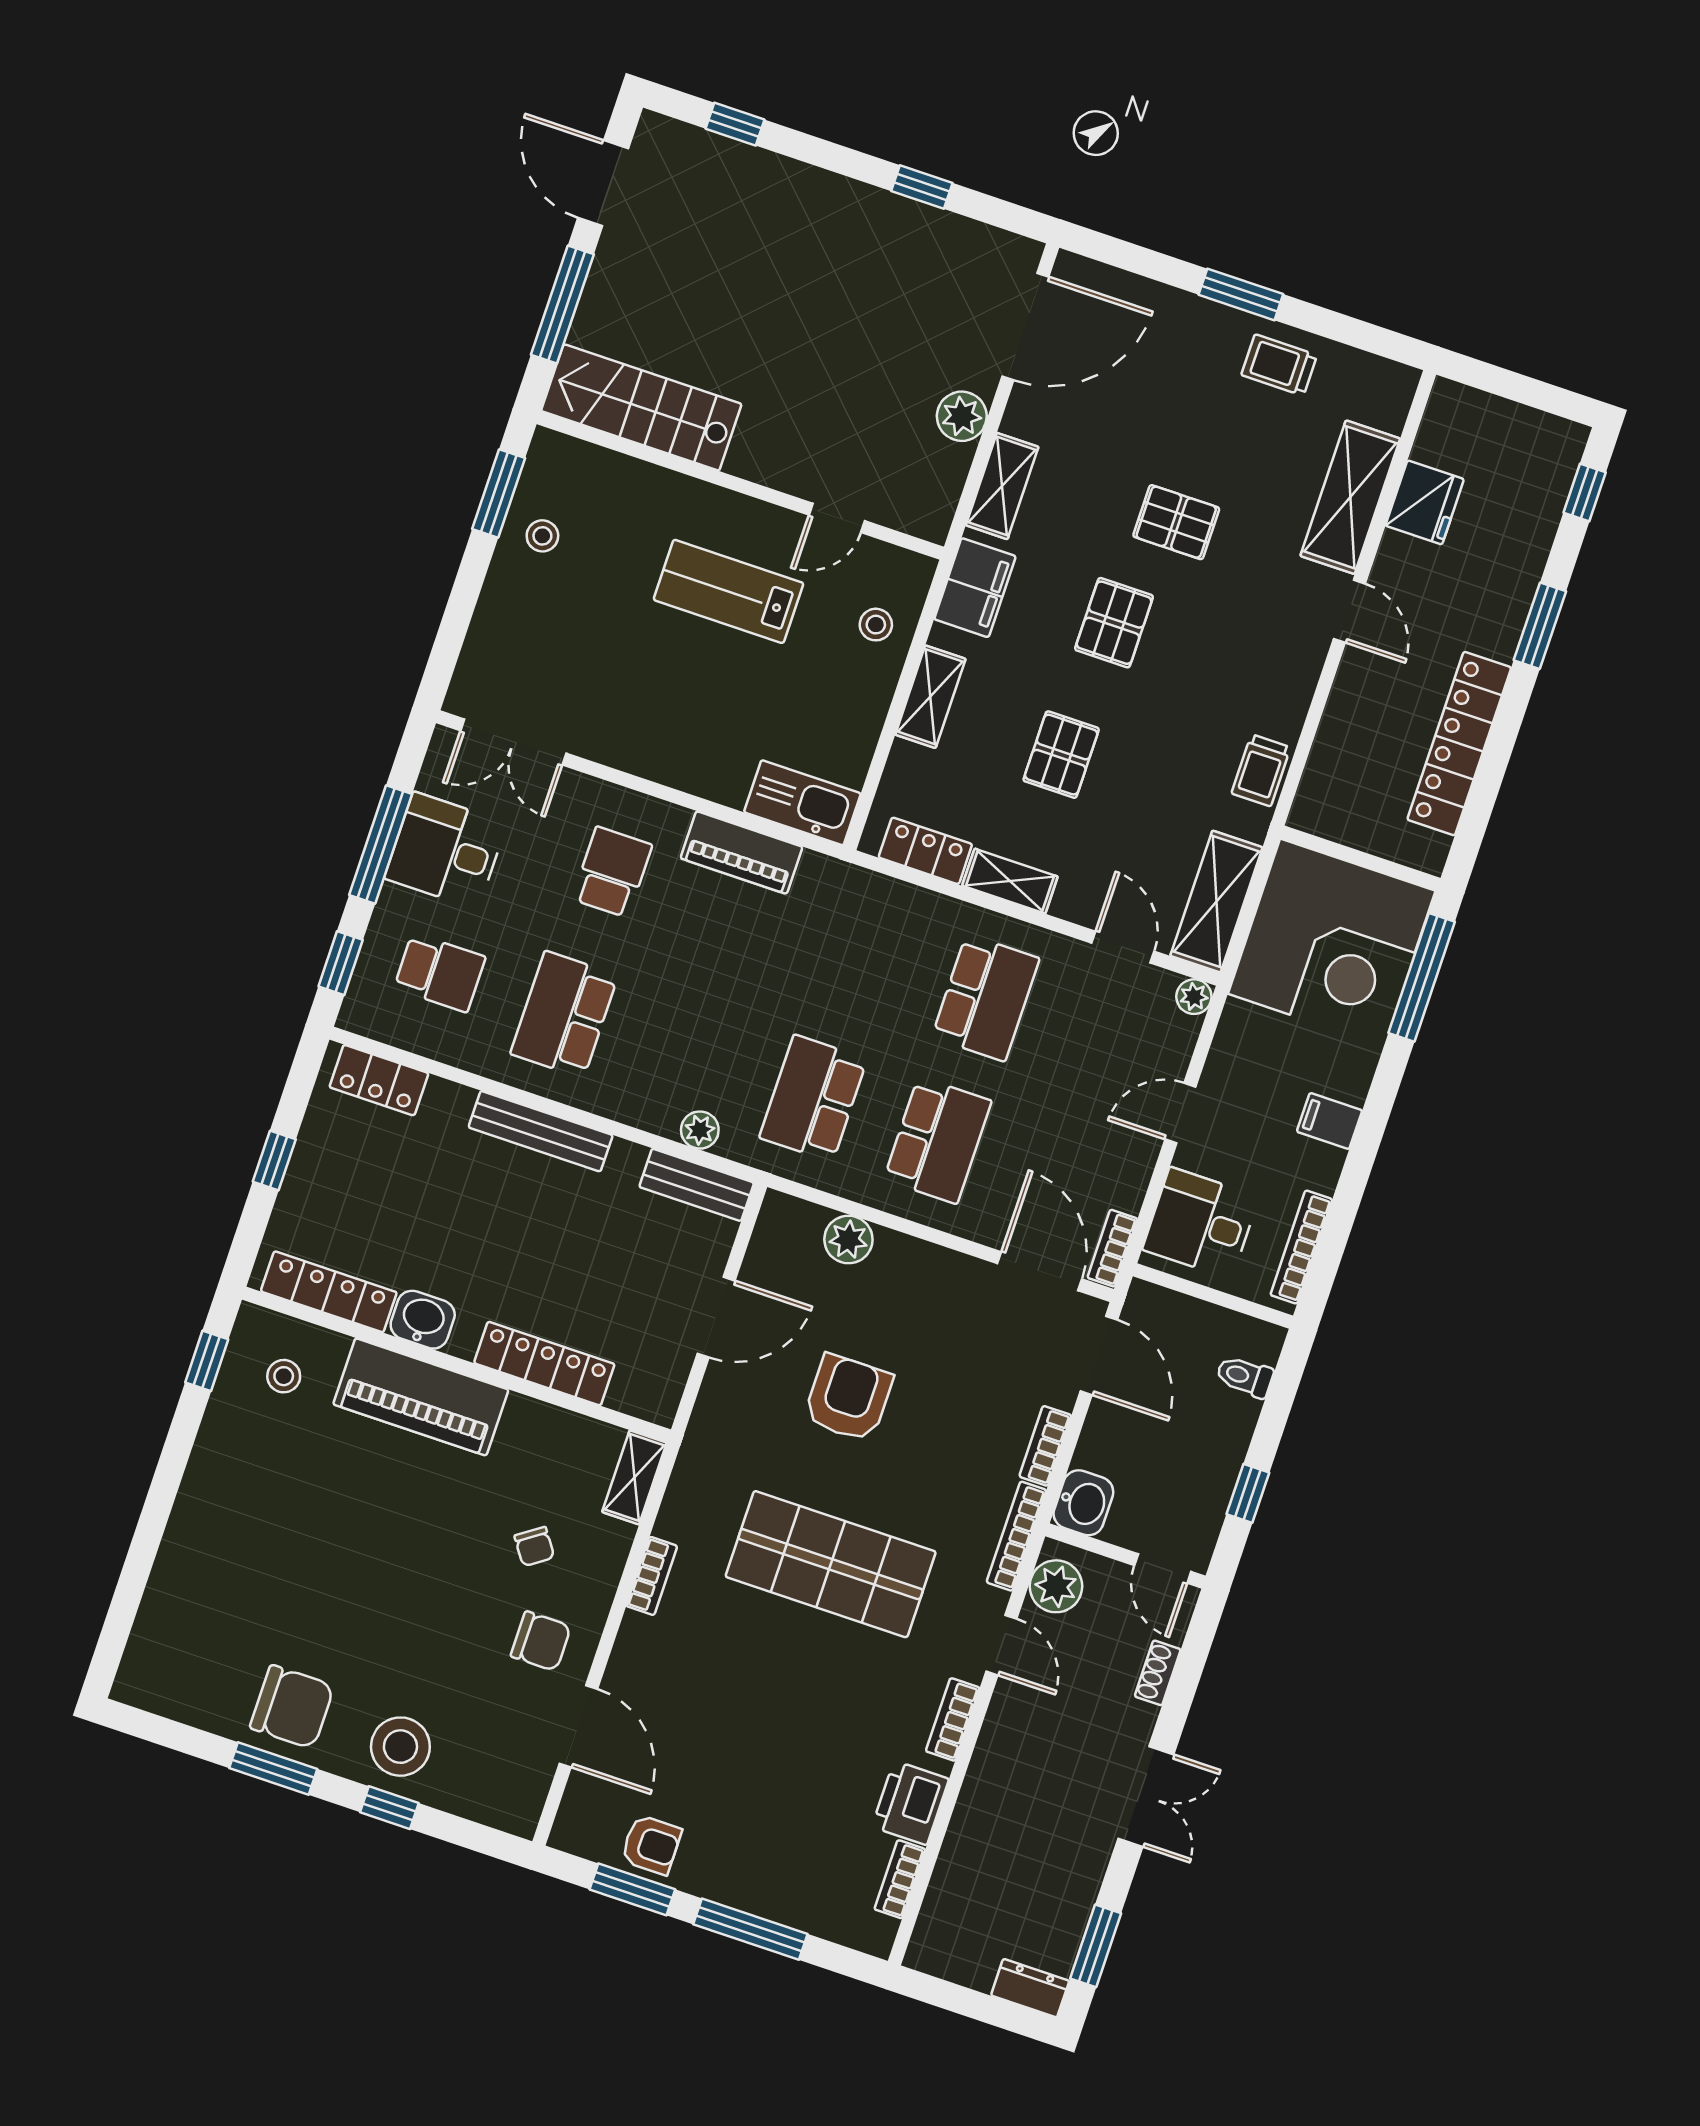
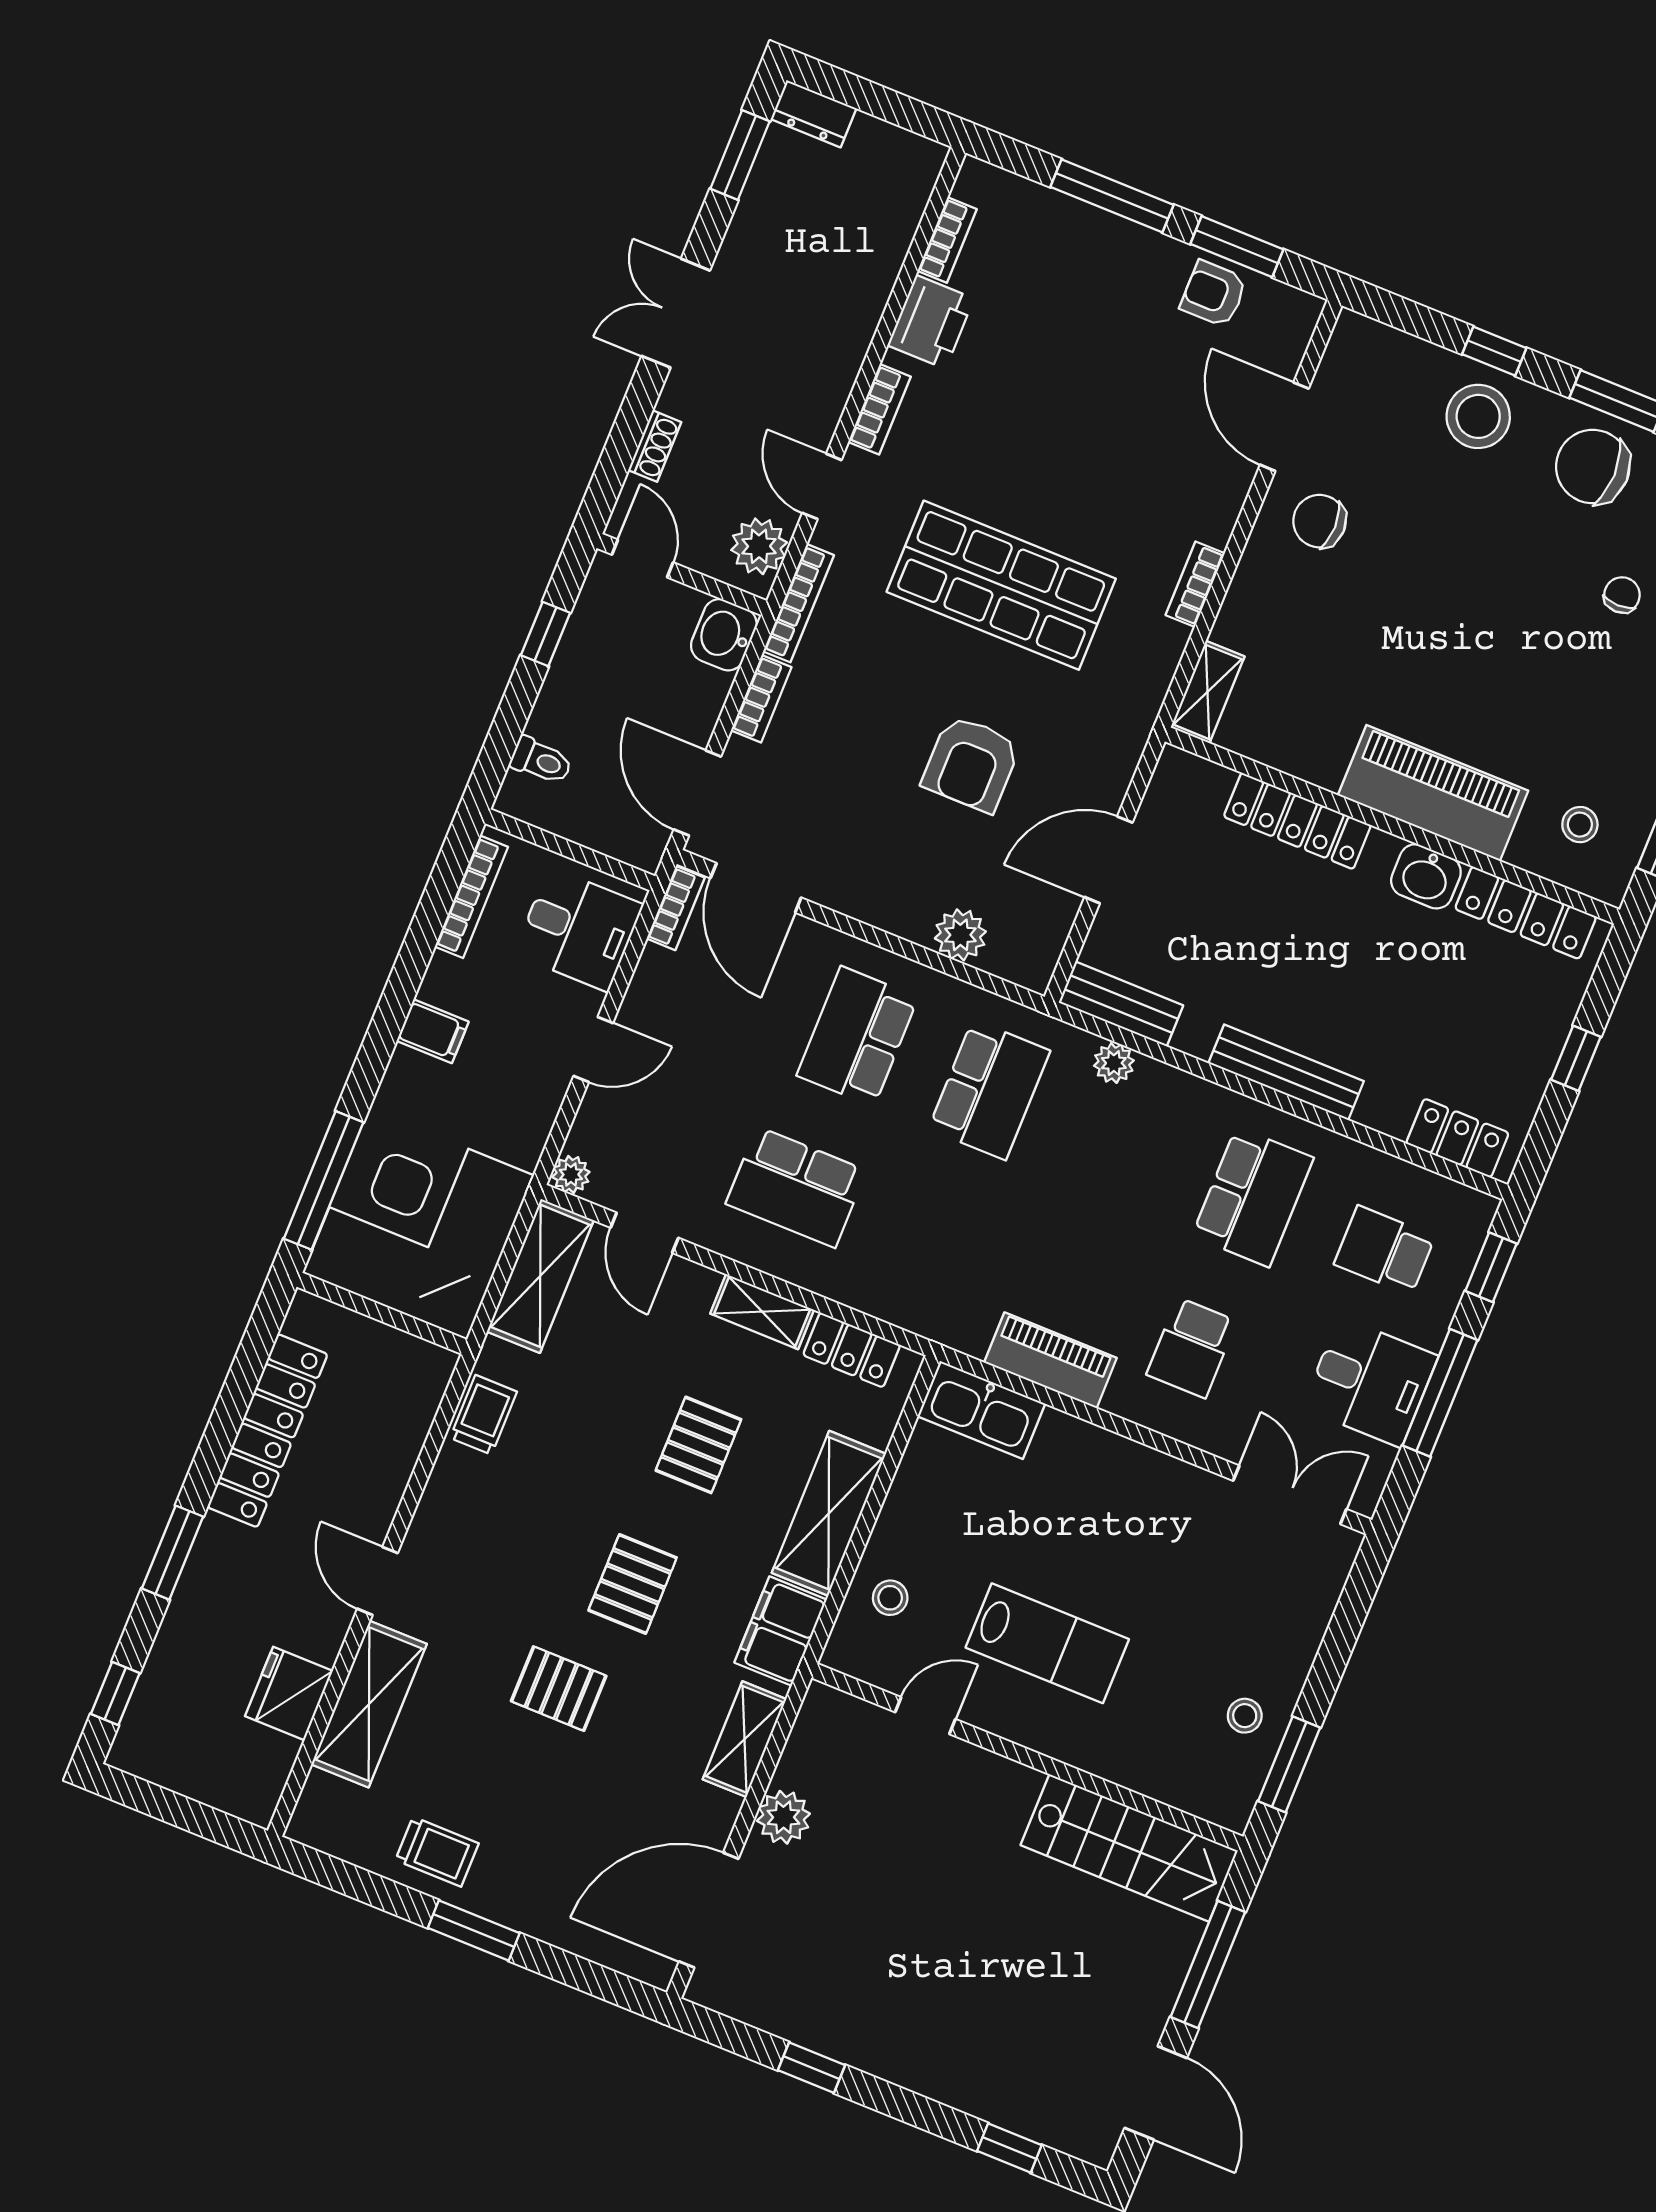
shelving: (930, 697) -> (829, 1513), width x1.50, depth x1.33
school desk: (986, 998) -> (796, 1187), turned -90
chair: (534, 1547) -> (1622, 595), moved, turned 35

